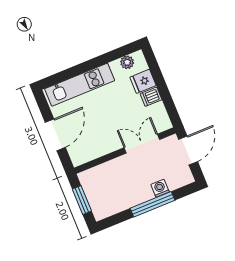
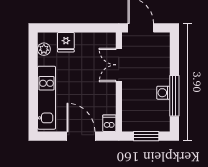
dishwasher: (151, 97) -> (109, 123), moved, turned 180
washing machine: (160, 188) -> (163, 93), moved
window: (153, 204) -> (174, 96), moved

